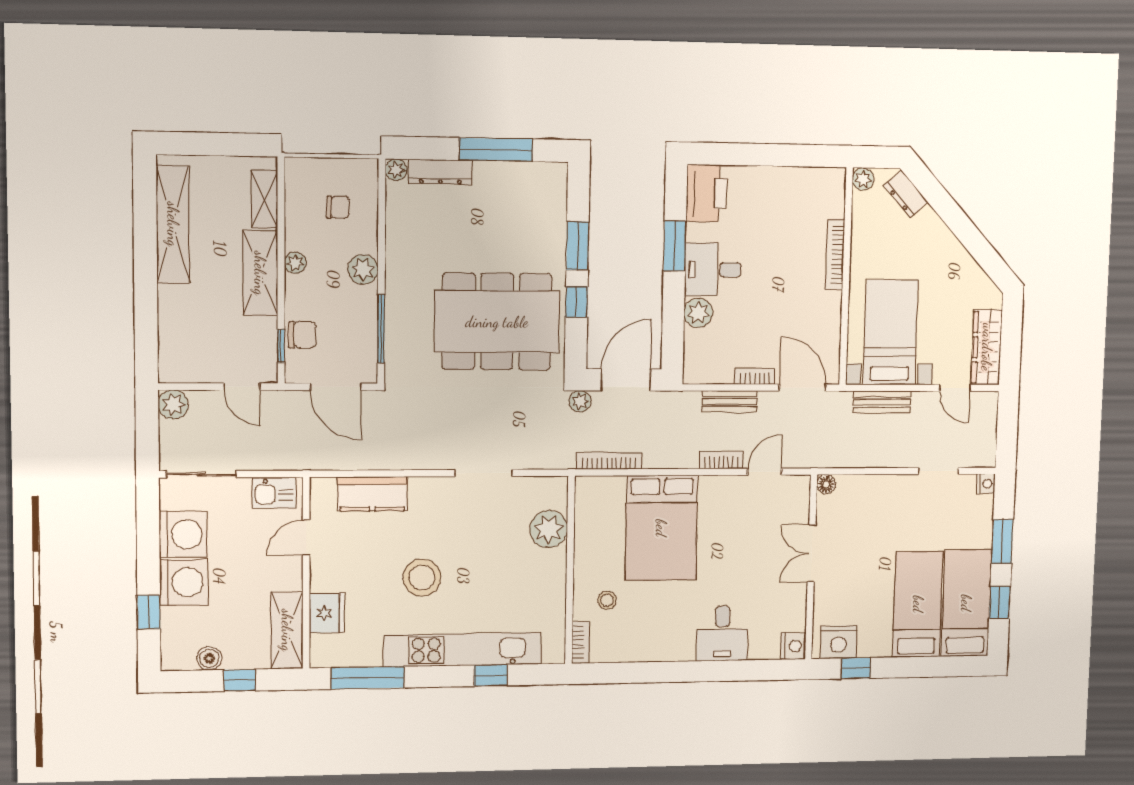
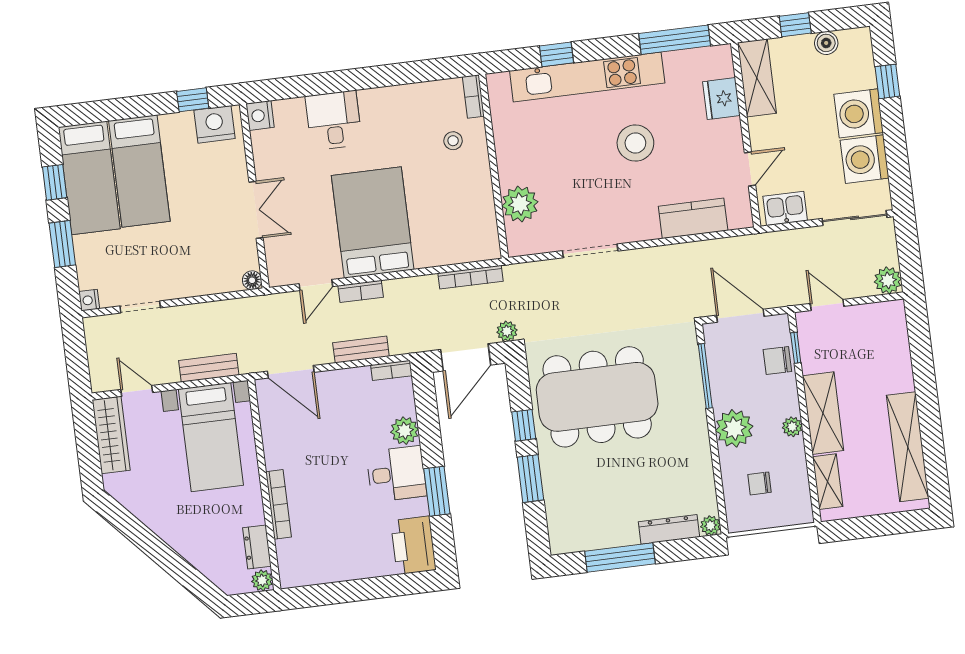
dresser: (906, 194) -> (257, 547), moved, turned -138
plant: (363, 269) -> (734, 428), width x1.36, depth x1.36
bookcase: (755, 376) -> (391, 370), moved
bed: (661, 528) -> (373, 222), moved

